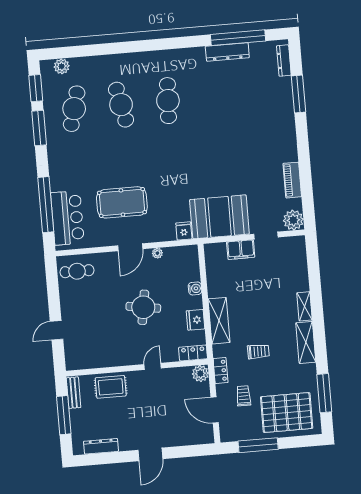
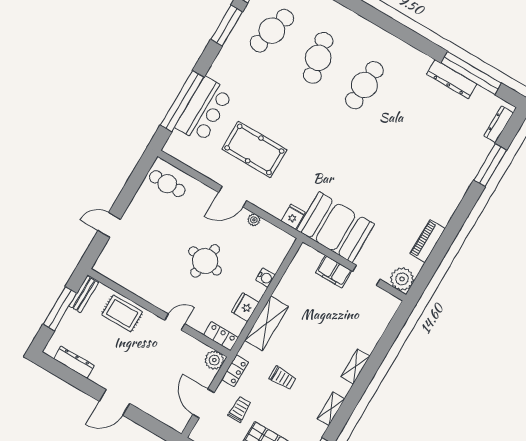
bar counter: (67, 218) -> (204, 110), moved
shelving: (306, 342) -> (331, 409), width x0.67, depth x0.75

